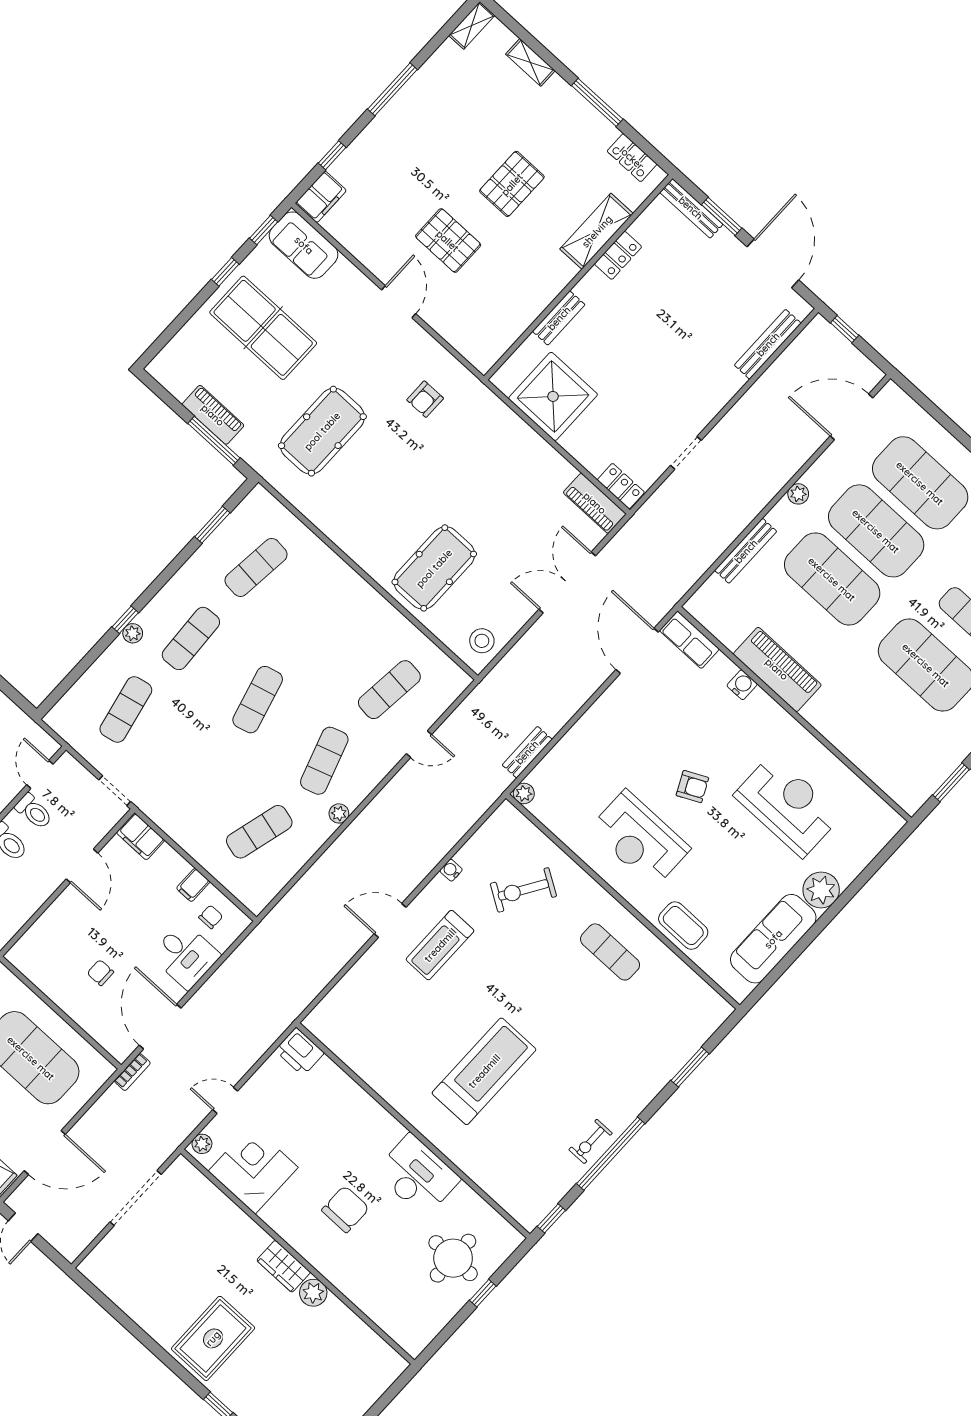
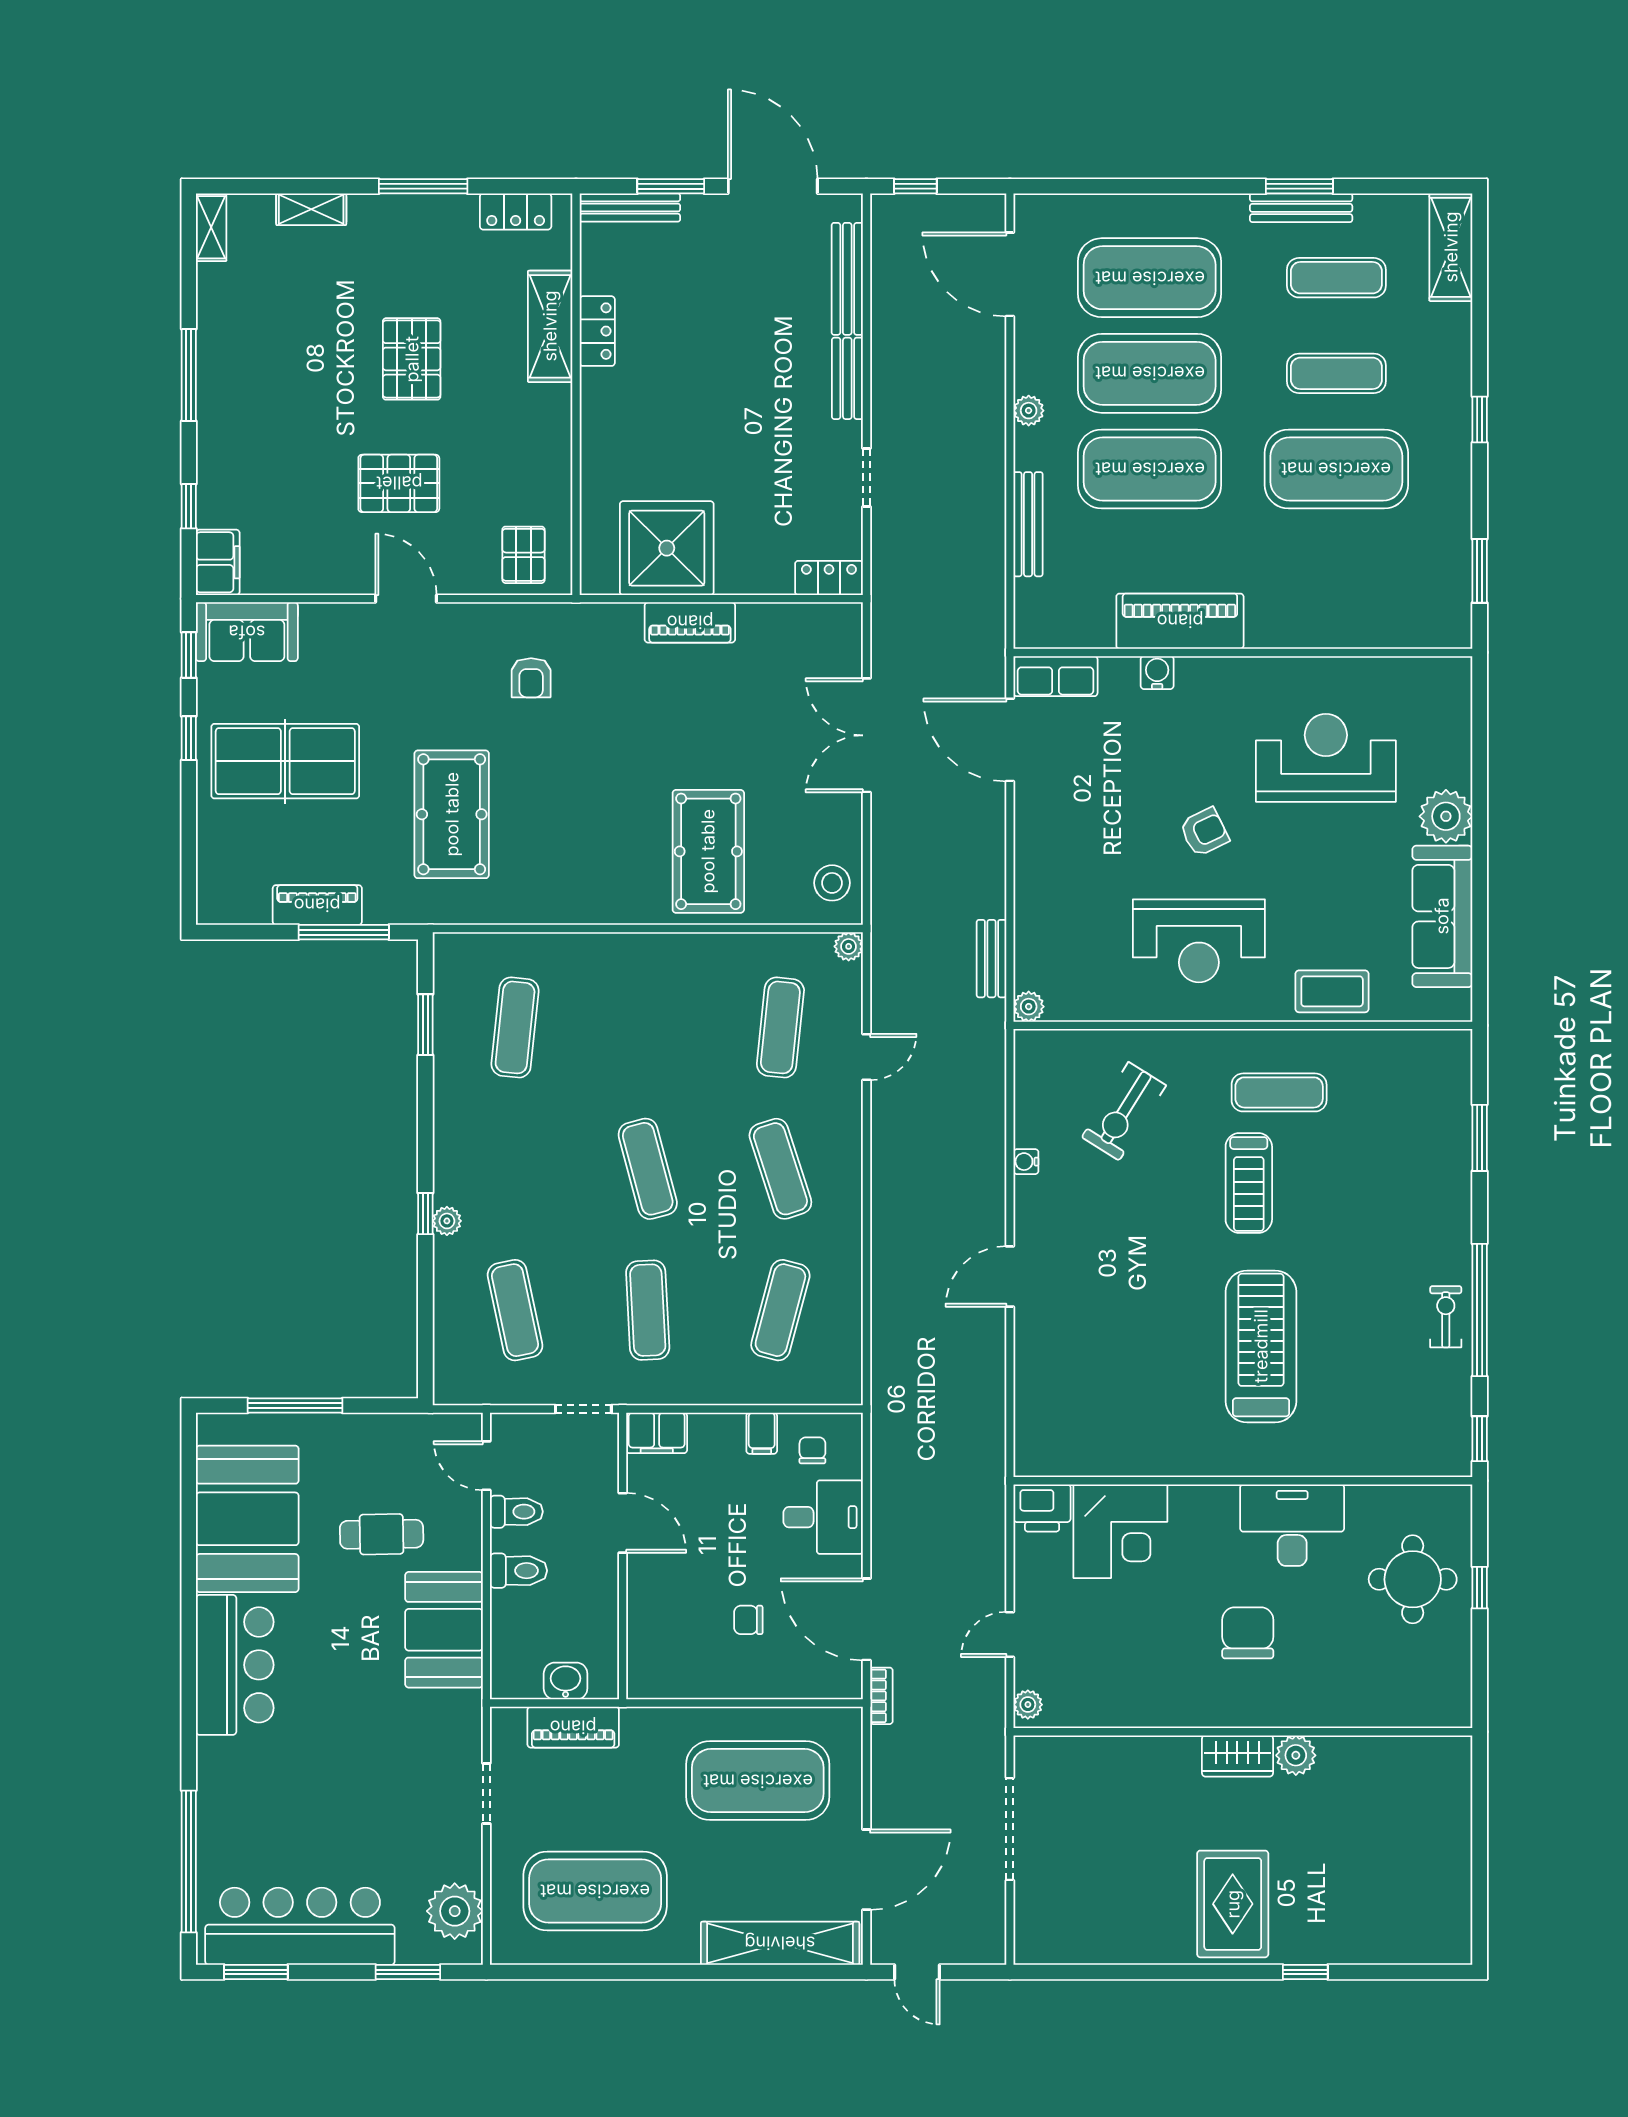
bench: (559, 318) -> (847, 378), moved
pallet: (478, 334) -> (524, 555), added
door: (852, 417) -> (1010, 274), hinge flipped
piano: (595, 503) -> (690, 622), moved
exercise mat: (191, 638) -> (648, 1310), moved
plant: (339, 813) -> (849, 946), moved
treadmill: (440, 945) -> (1249, 1183), moved
exercise bike: (591, 1141) -> (1446, 1317), turned 180
corner desk: (253, 1169) -> (1120, 1531), moved, turned 180

